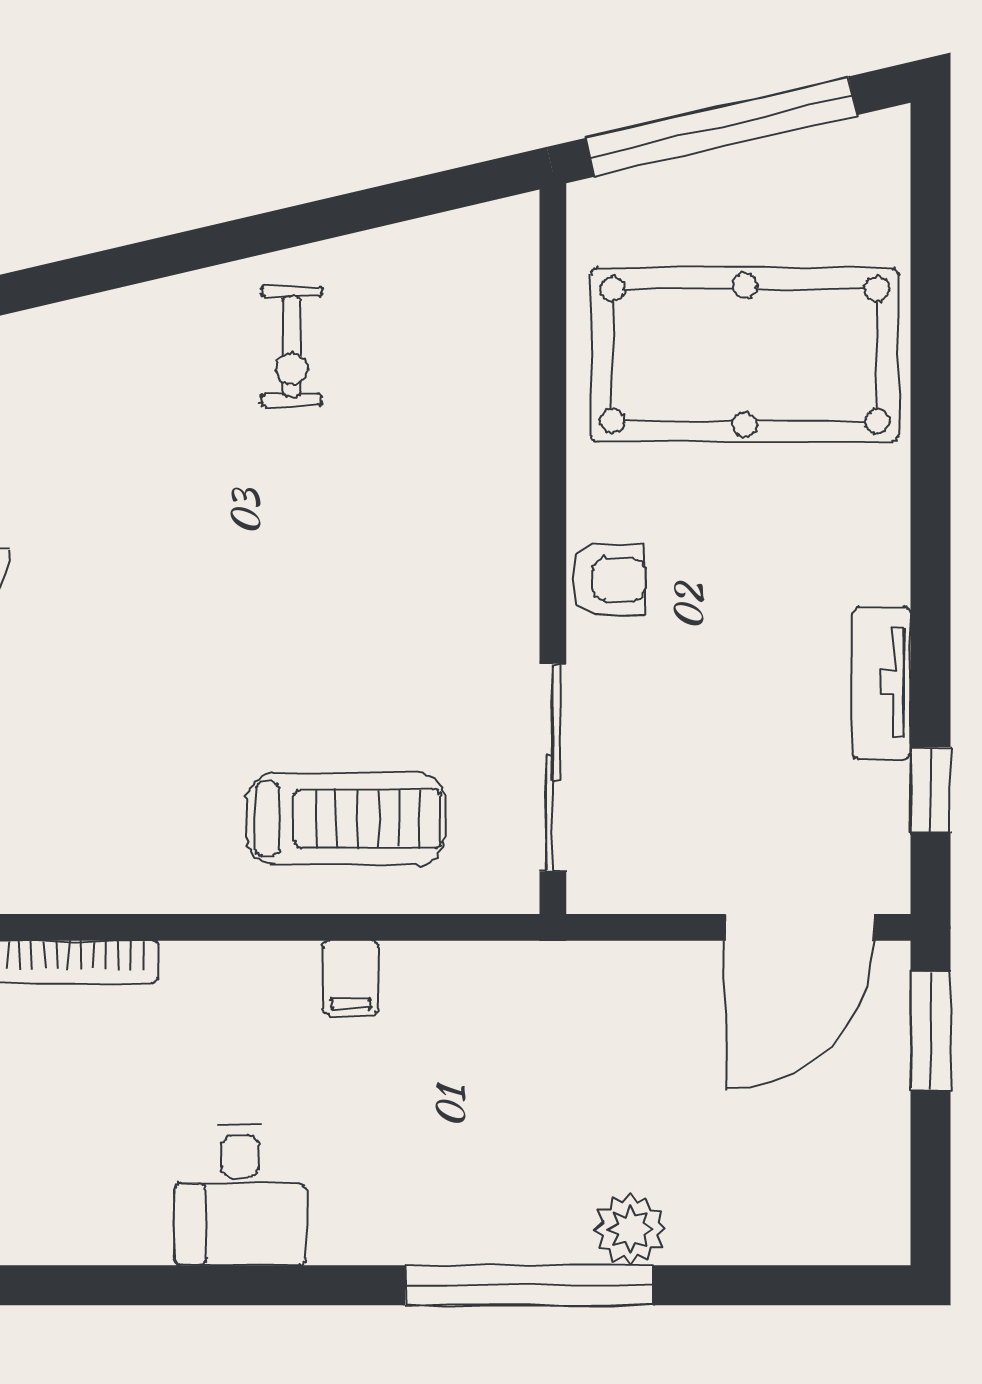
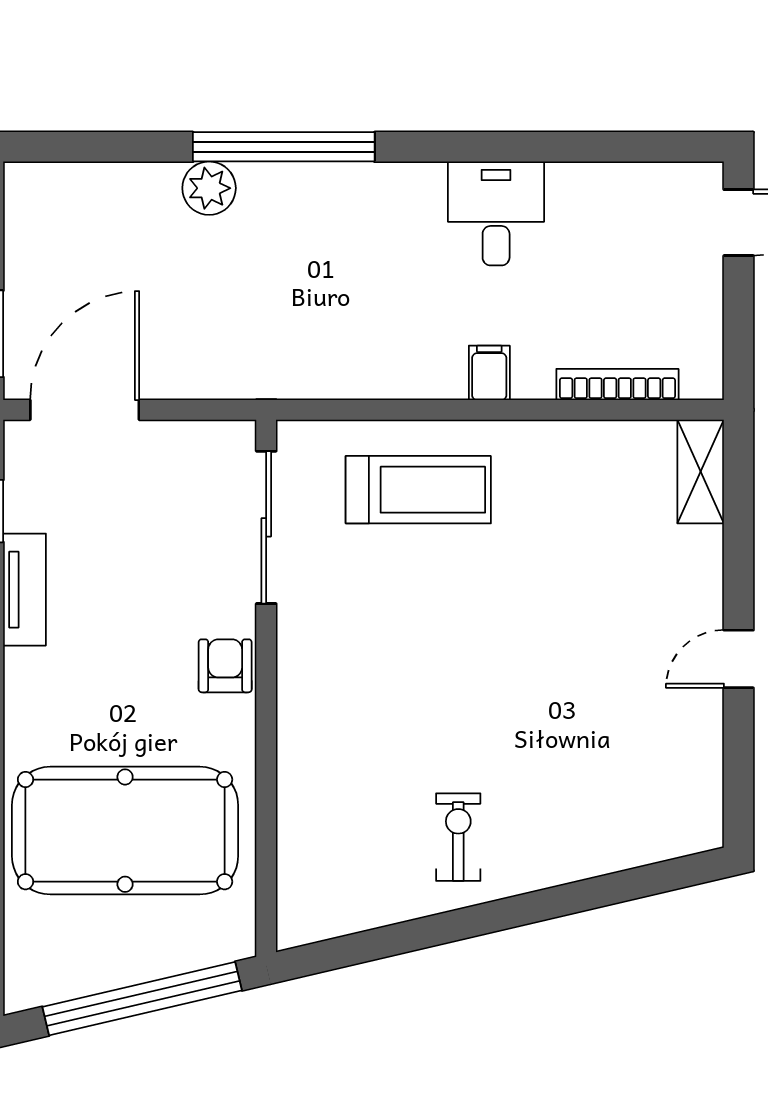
armchair: (609, 579) -> (225, 666), turned 90
treadmill: (346, 819) -> (418, 490), turned 180
filing cabinet: (351, 978) -> (489, 373), moved

